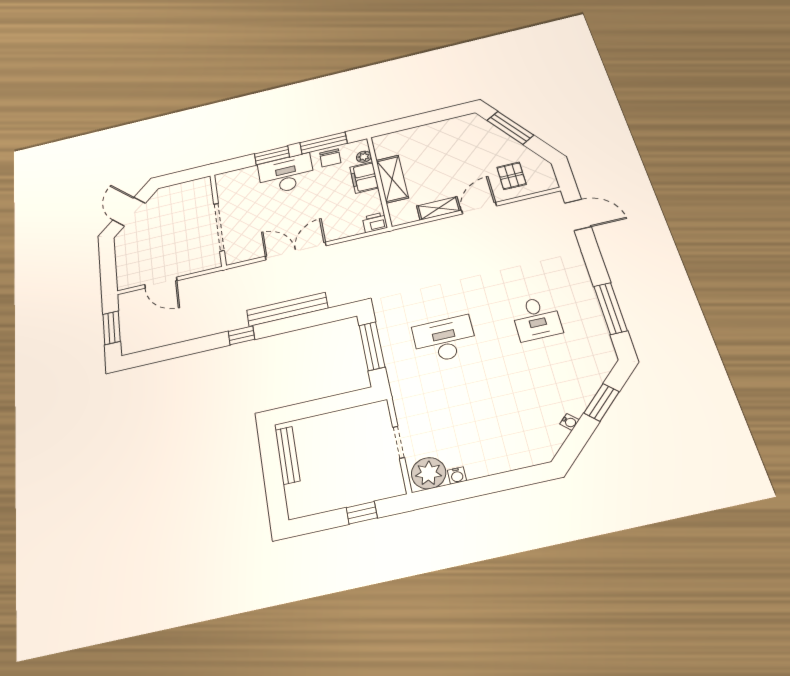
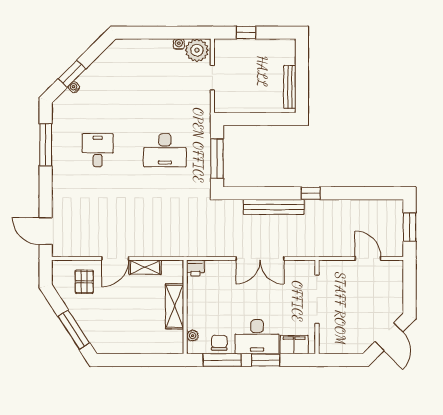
filing cabinet: (364, 177) -> (294, 345), moved, turned -90
water cooler: (570, 422) -> (74, 87), moved

